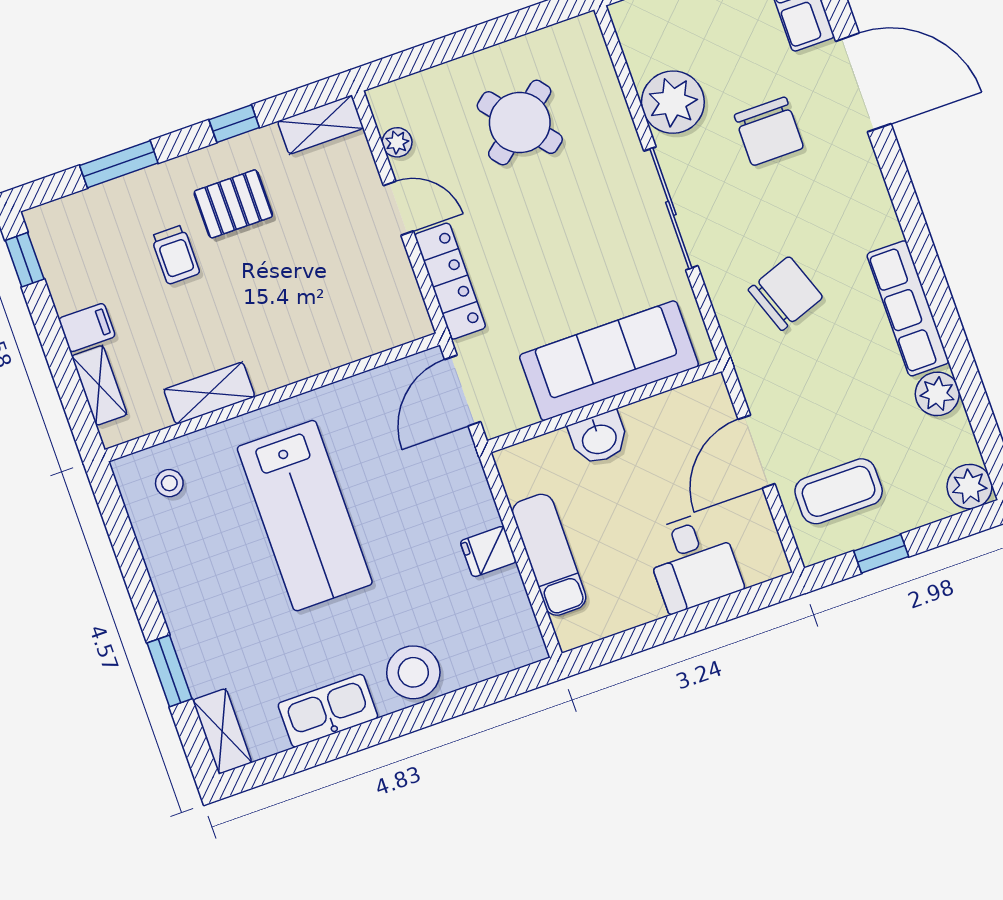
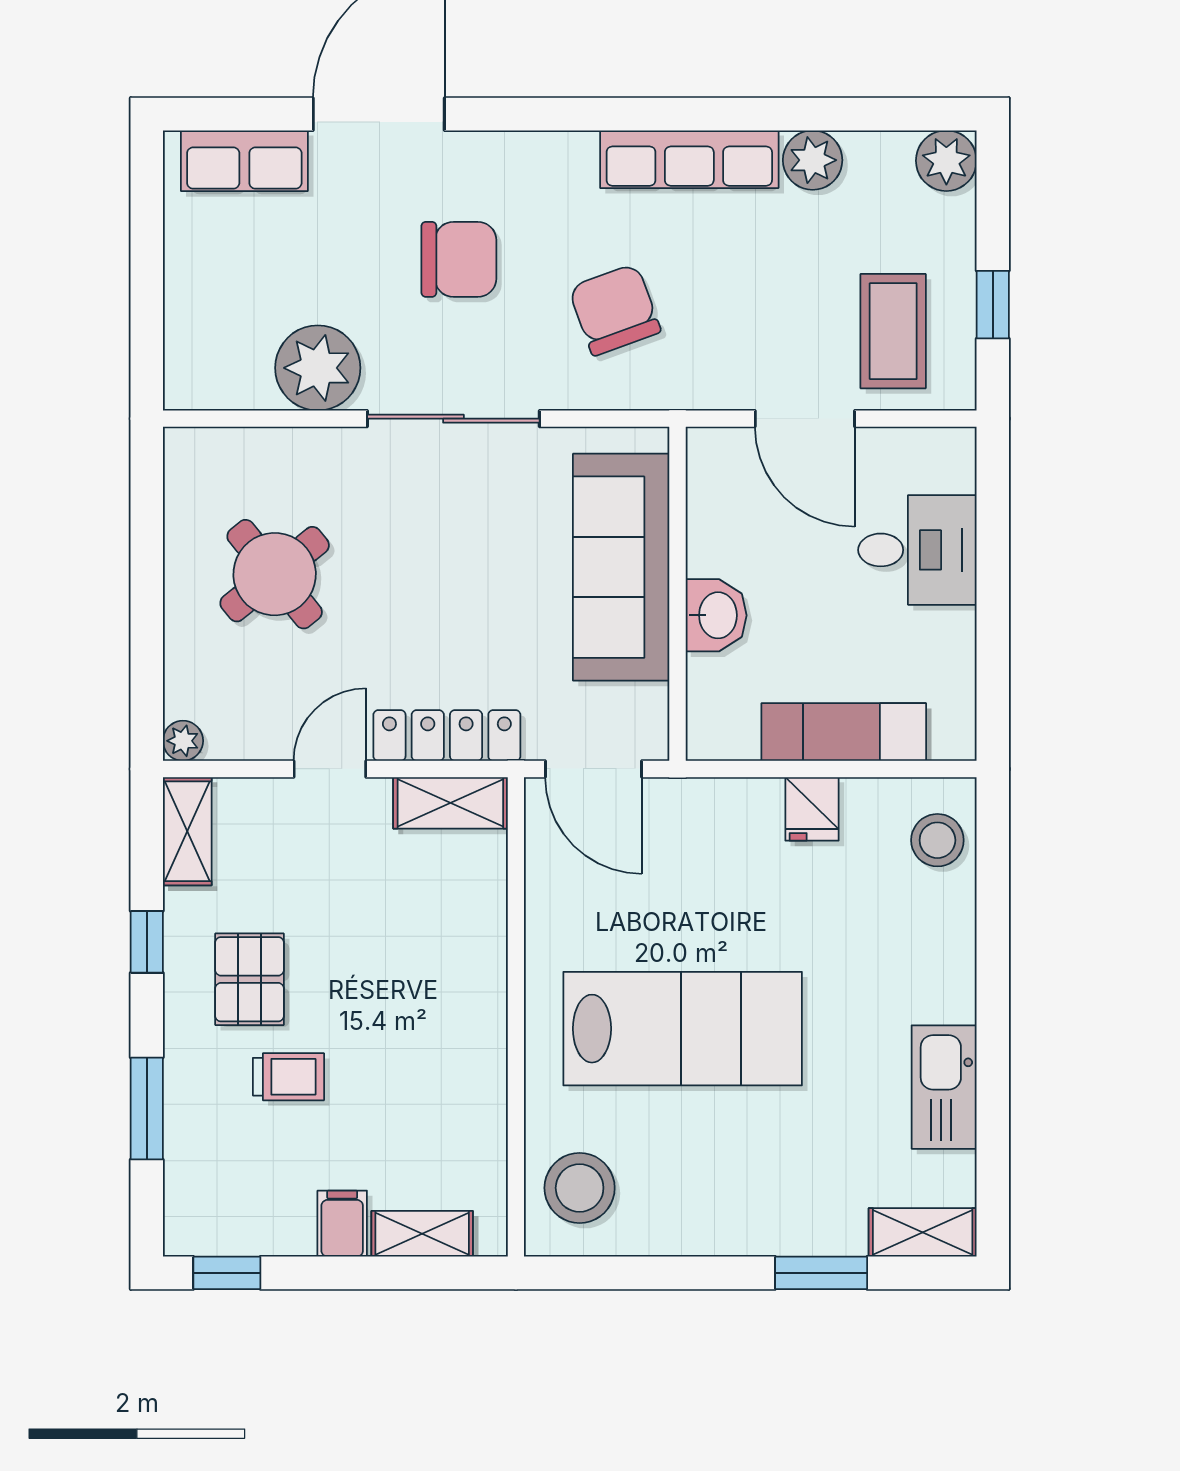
chair: (769, 131) -> (459, 259), moved
plant: (397, 142) -> (183, 741), moved
shelving: (209, 393) -> (450, 803), moved, turned 90
stool: (169, 483) -> (580, 1188), width x1.89, depth x1.89
stool: (413, 672) -> (937, 840), moved, width x0.73, depth x0.73

